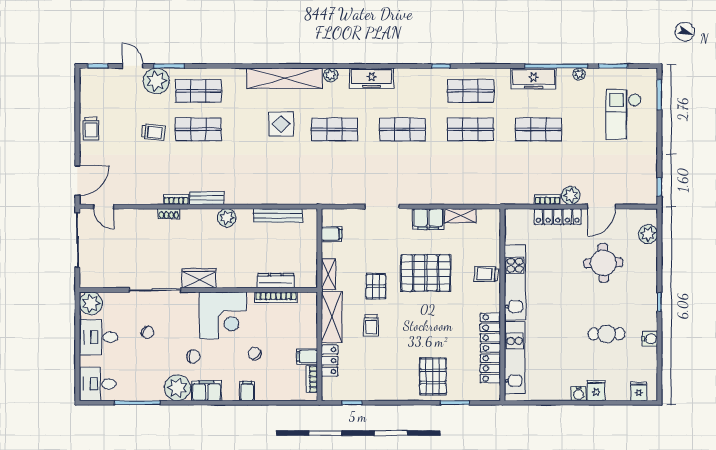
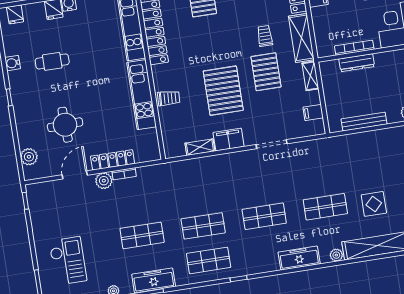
pallet: (426, 273) -> (223, 91), turned 90
pallet: (376, 286) -> (266, 72), width x1.50, depth x1.42

